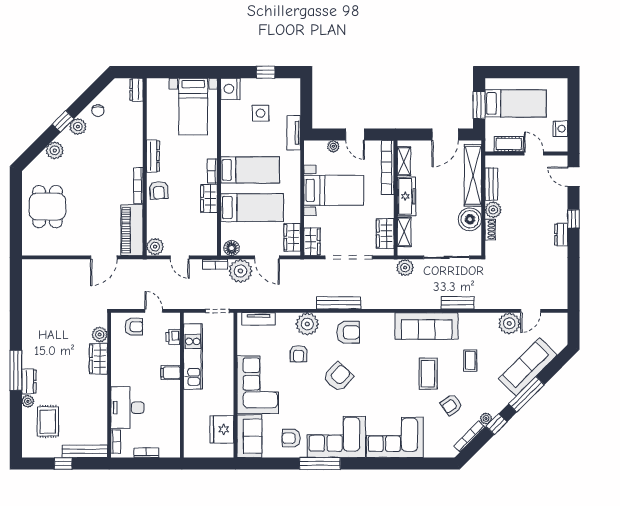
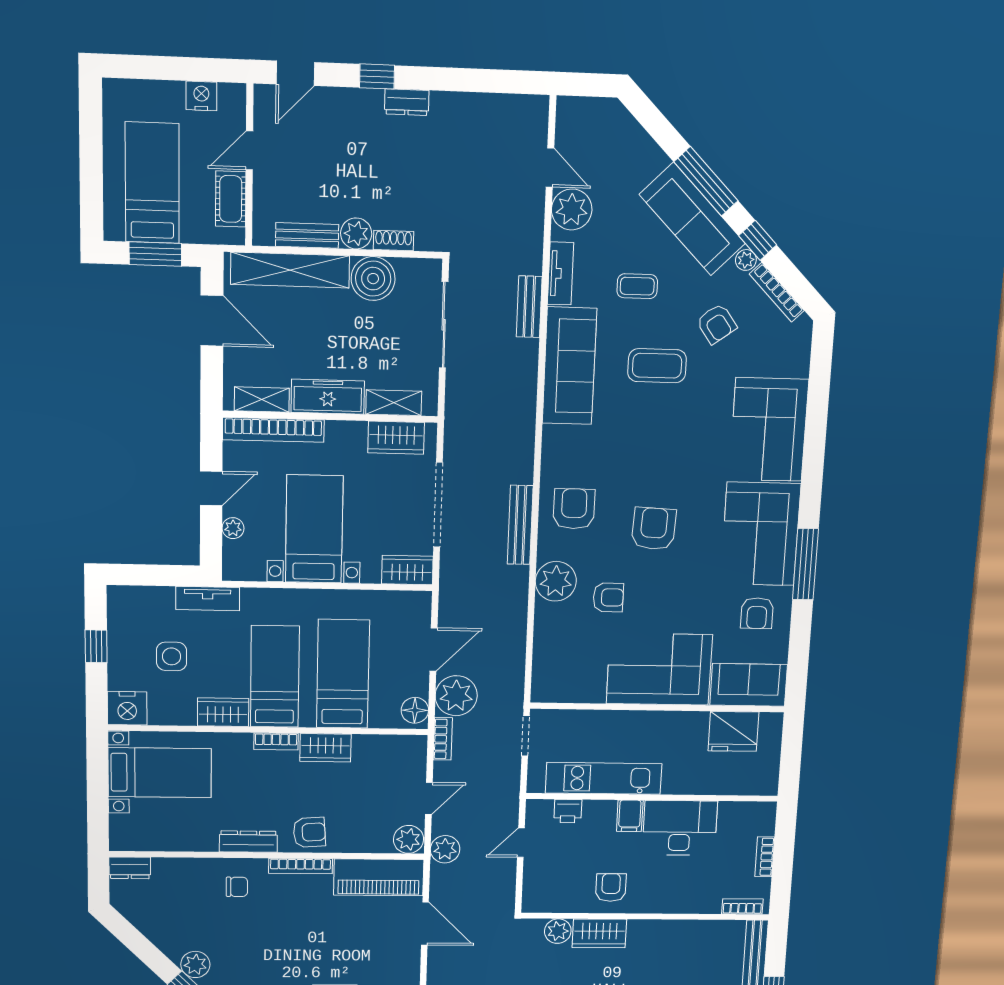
chair: (98, 111) -> (237, 887), moved
wardrobe: (292, 237) -> (223, 712), moved, turned 180
plant: (405, 268) -> (445, 849), moved
tv unit: (259, 319) -> (561, 273), moved
armchair: (134, 327) -> (611, 887), moved
sofa: (528, 367) -> (692, 219), moved
armchair: (338, 377) -> (654, 529), turned 50
desk: (127, 408) -> (680, 828), moved, turned 180

